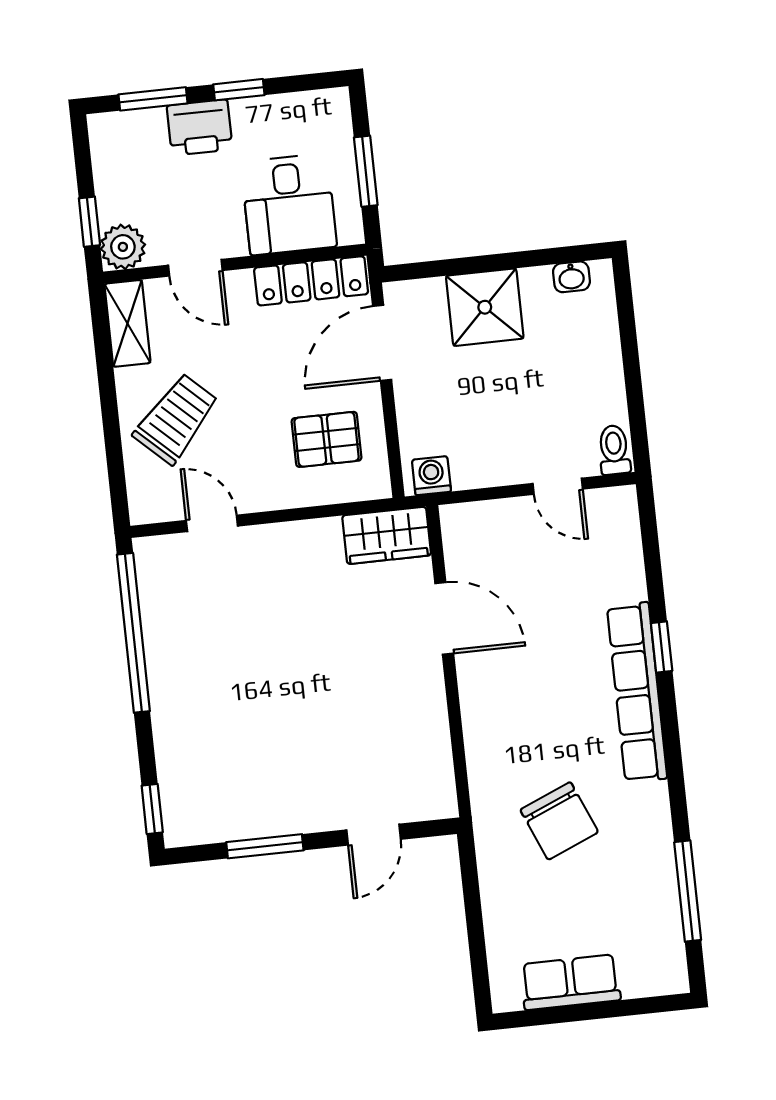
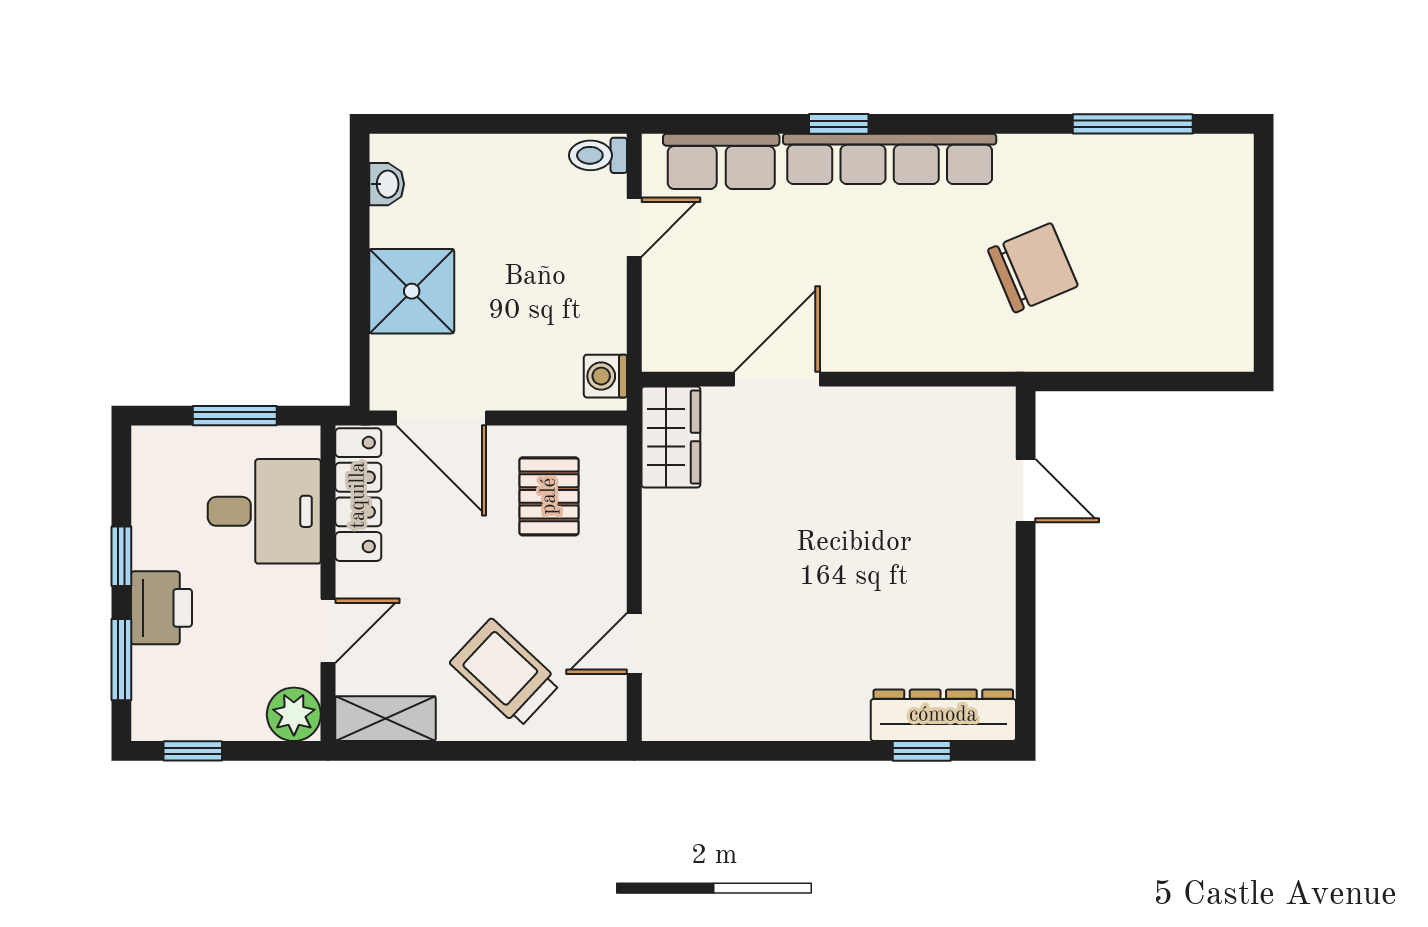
window: (89, 222) -> (193, 751), moved
window: (133, 633) -> (755, 751), removed
dresser: (180, 786) -> (943, 715), added
window: (152, 809) -> (922, 751), moved
window: (265, 846) -> (1026, 621), removed
row of seats: (570, 982) -> (721, 161), moved, turned -90

